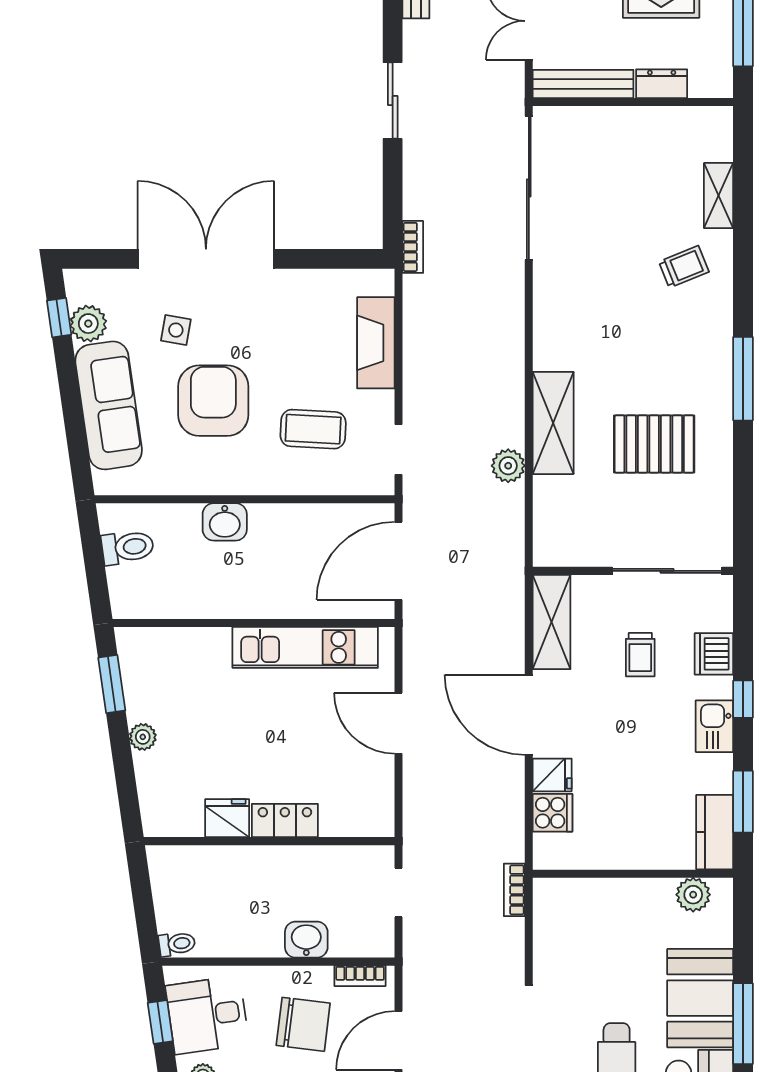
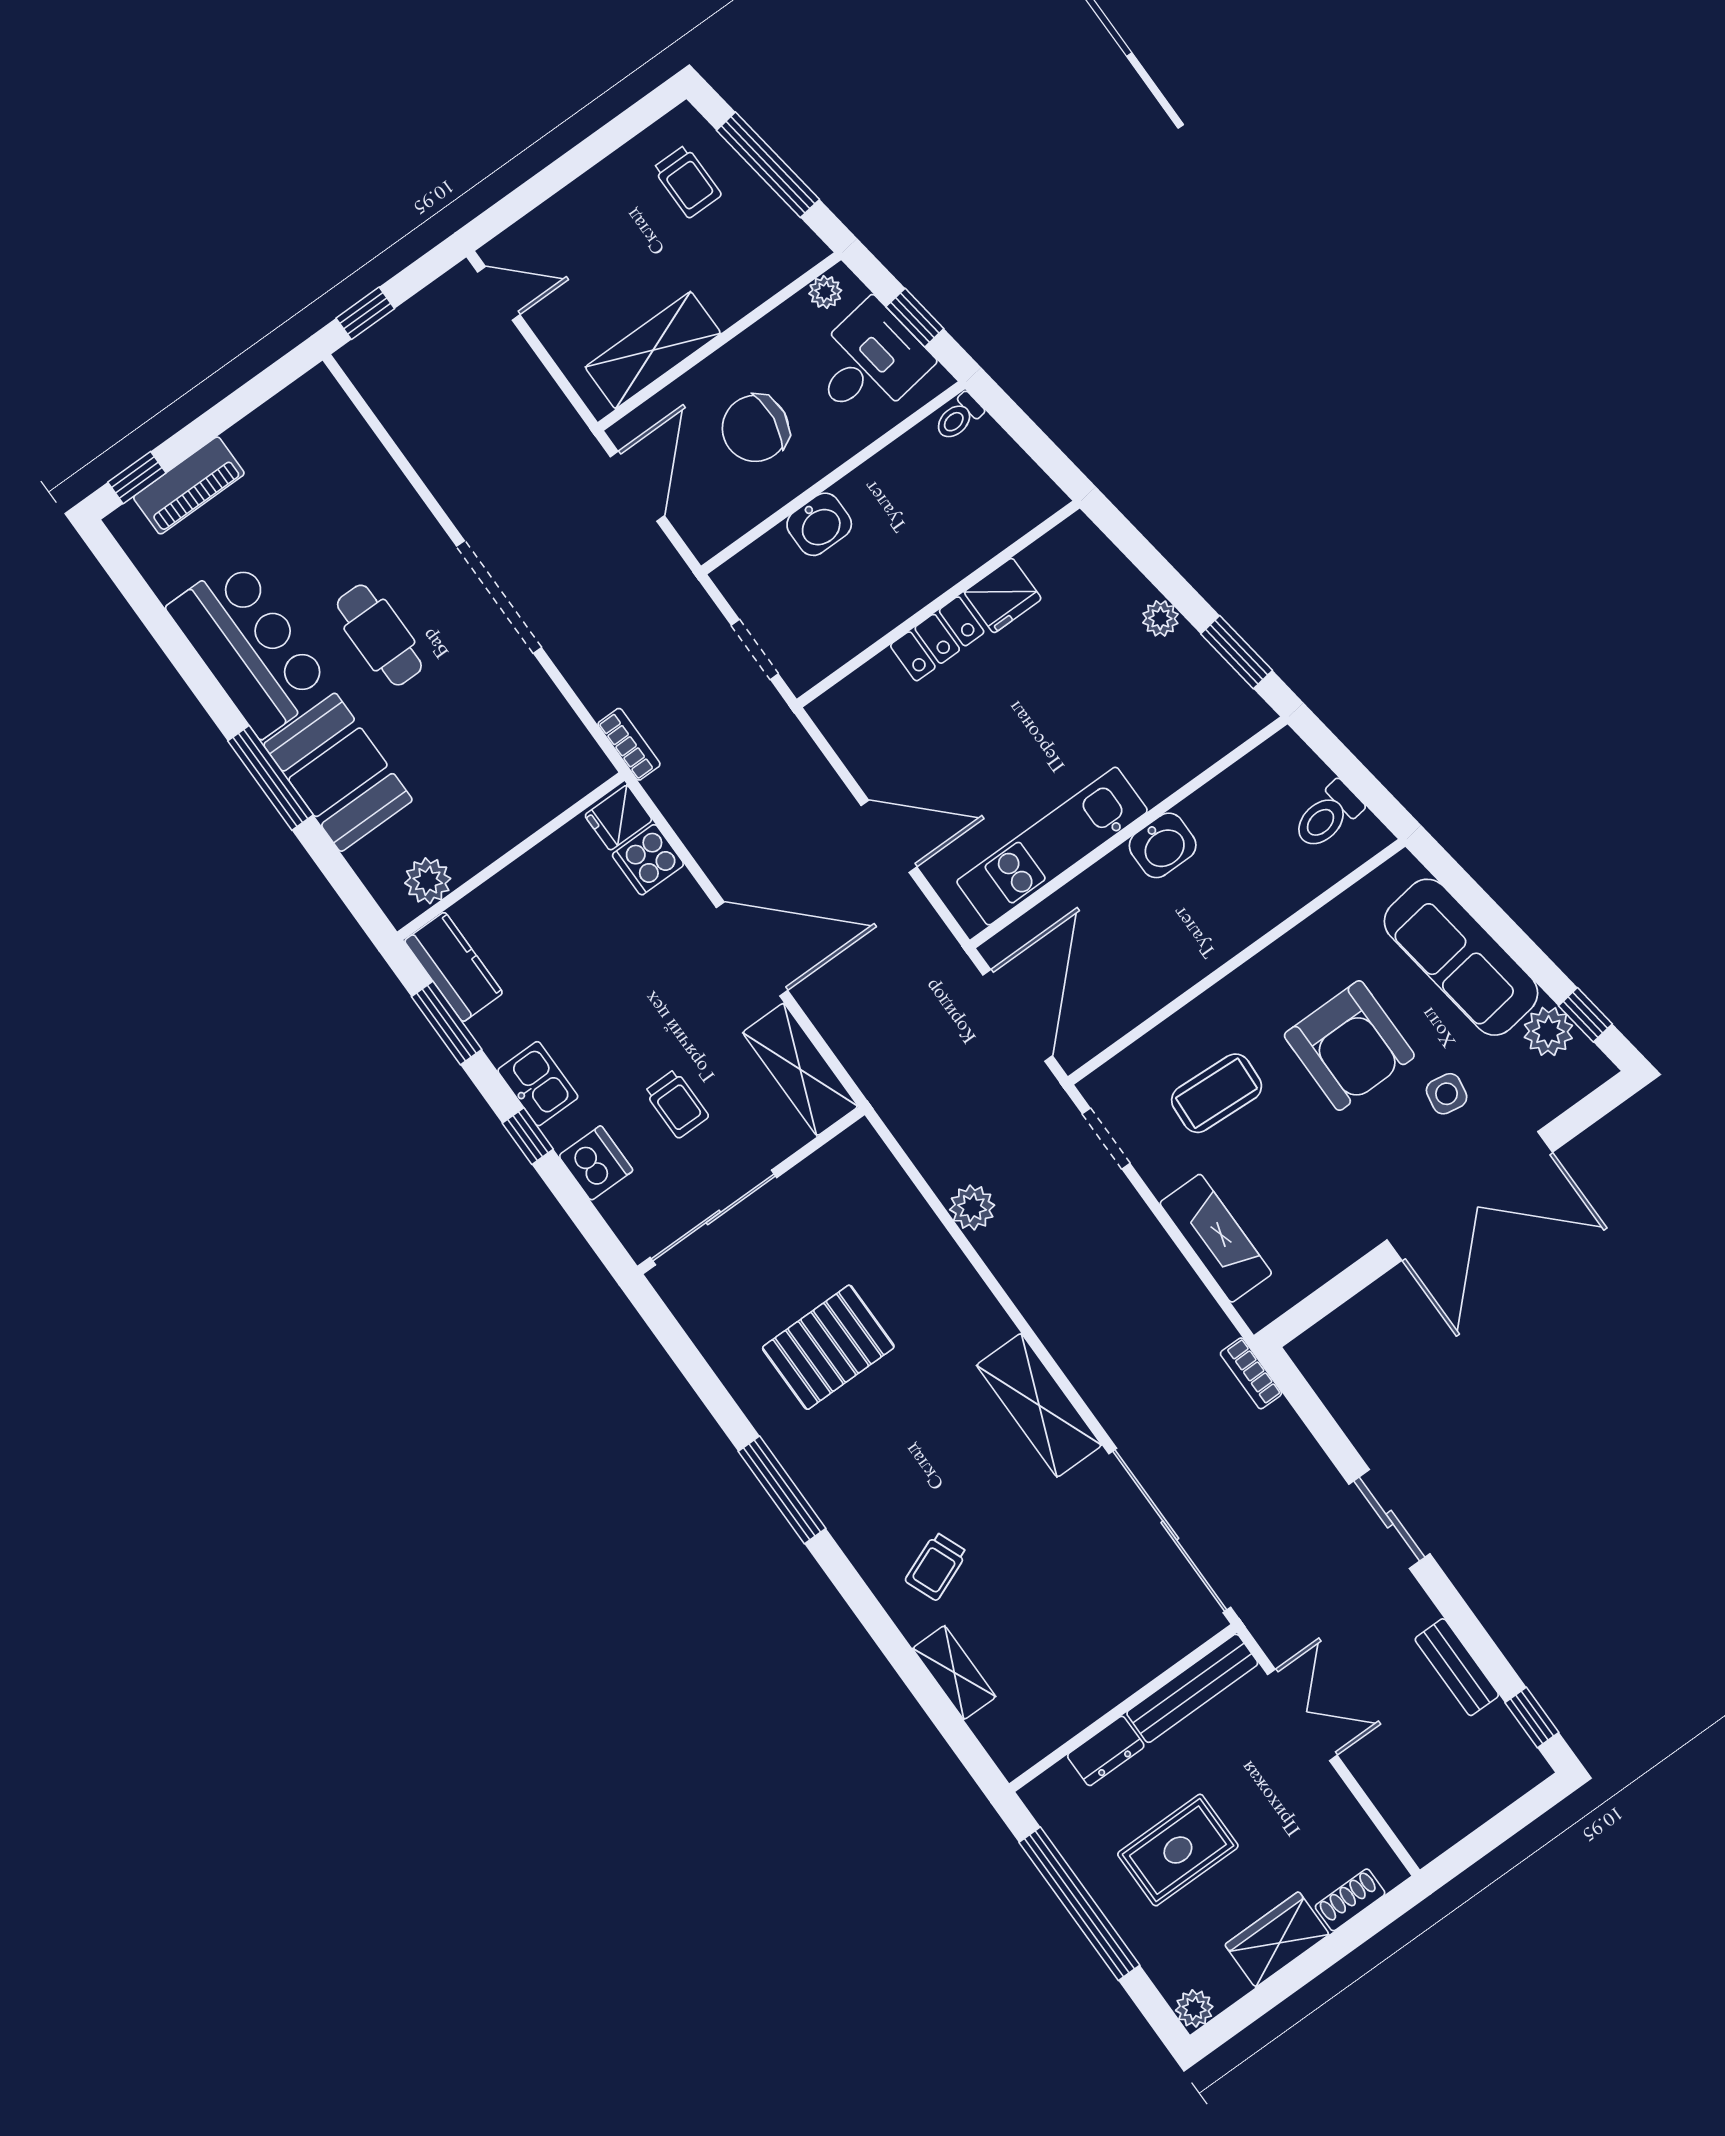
shelving: (553, 423) -> (1039, 1405), moved
washbasin: (225, 522) -> (1163, 845), moved, turned 180
trolley: (640, 655) -> (677, 1104), turned 180
fridge: (552, 775) -> (618, 818), moved
bookcase: (360, 976) -> (731, 527), removed

